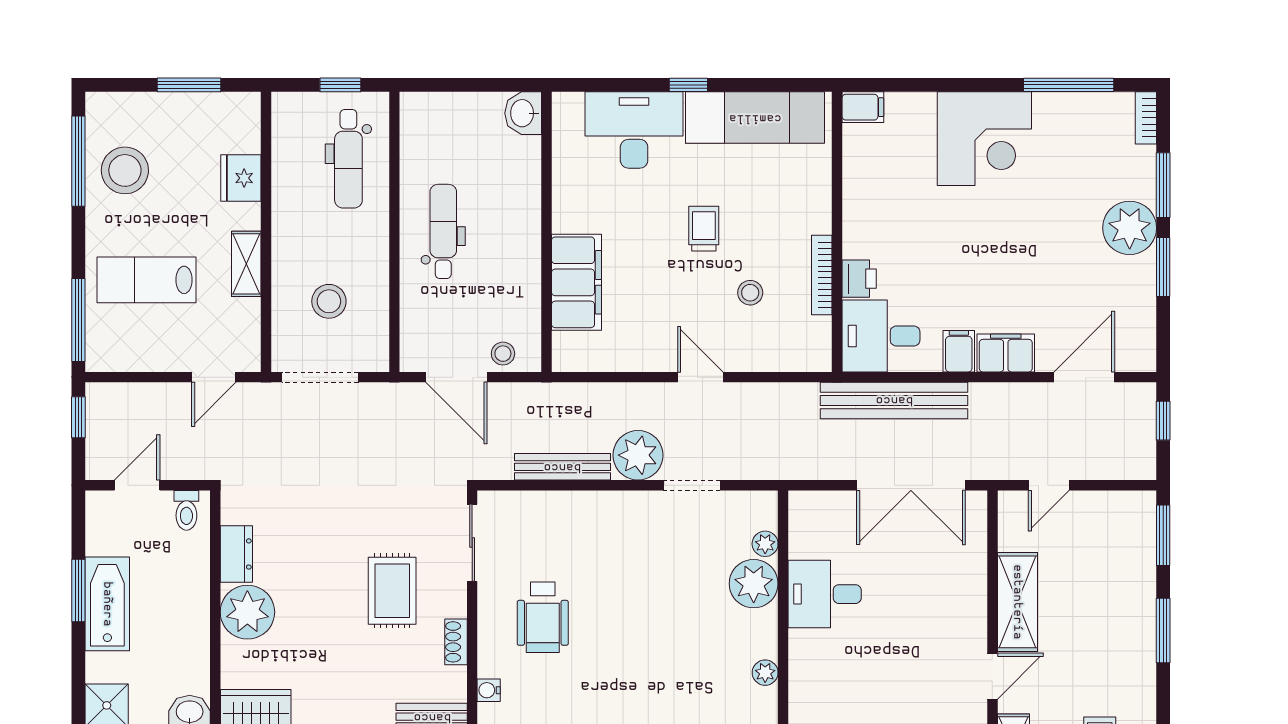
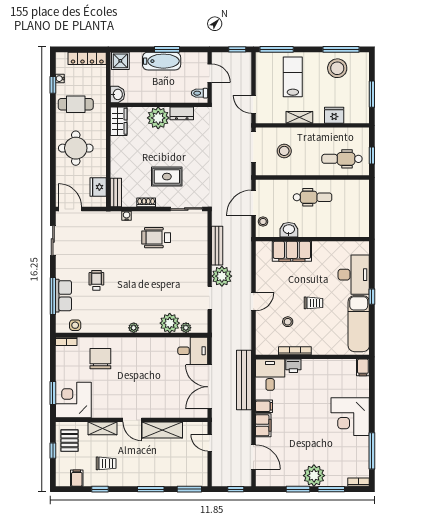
washbasin: (523, 113) -> (289, 230), moved
desk: (825, 594) -> (193, 351), moved, turned 90

